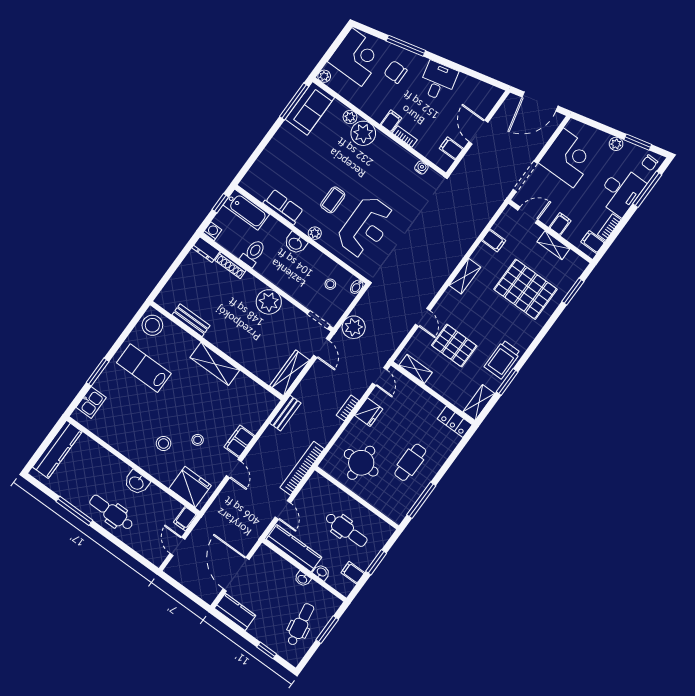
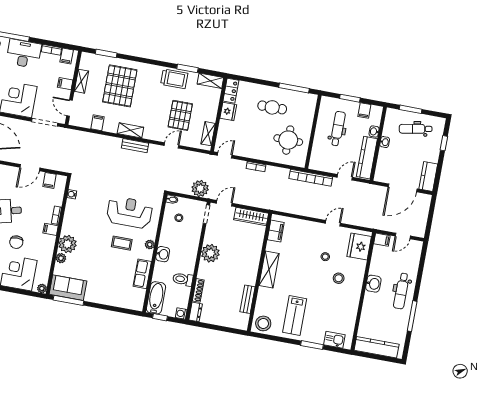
fridge: (369, 412) -> (228, 111), moved, turned 90
bench: (285, 413) -> (135, 146), moved
filing cabinet: (239, 441) -> (276, 231), moved, turned -90

